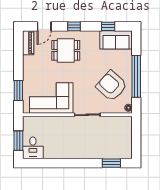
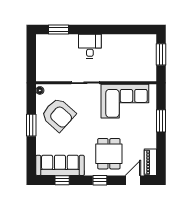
sofa: (116, 40) -> (60, 165), width x1.36
dining table: (66, 50) -> (109, 154), turned 90
window: (136, 76) -> (31, 125), width x0.47
window: (18, 91) -> (161, 121), moved
desk: (33, 148) -> (90, 46), moved

